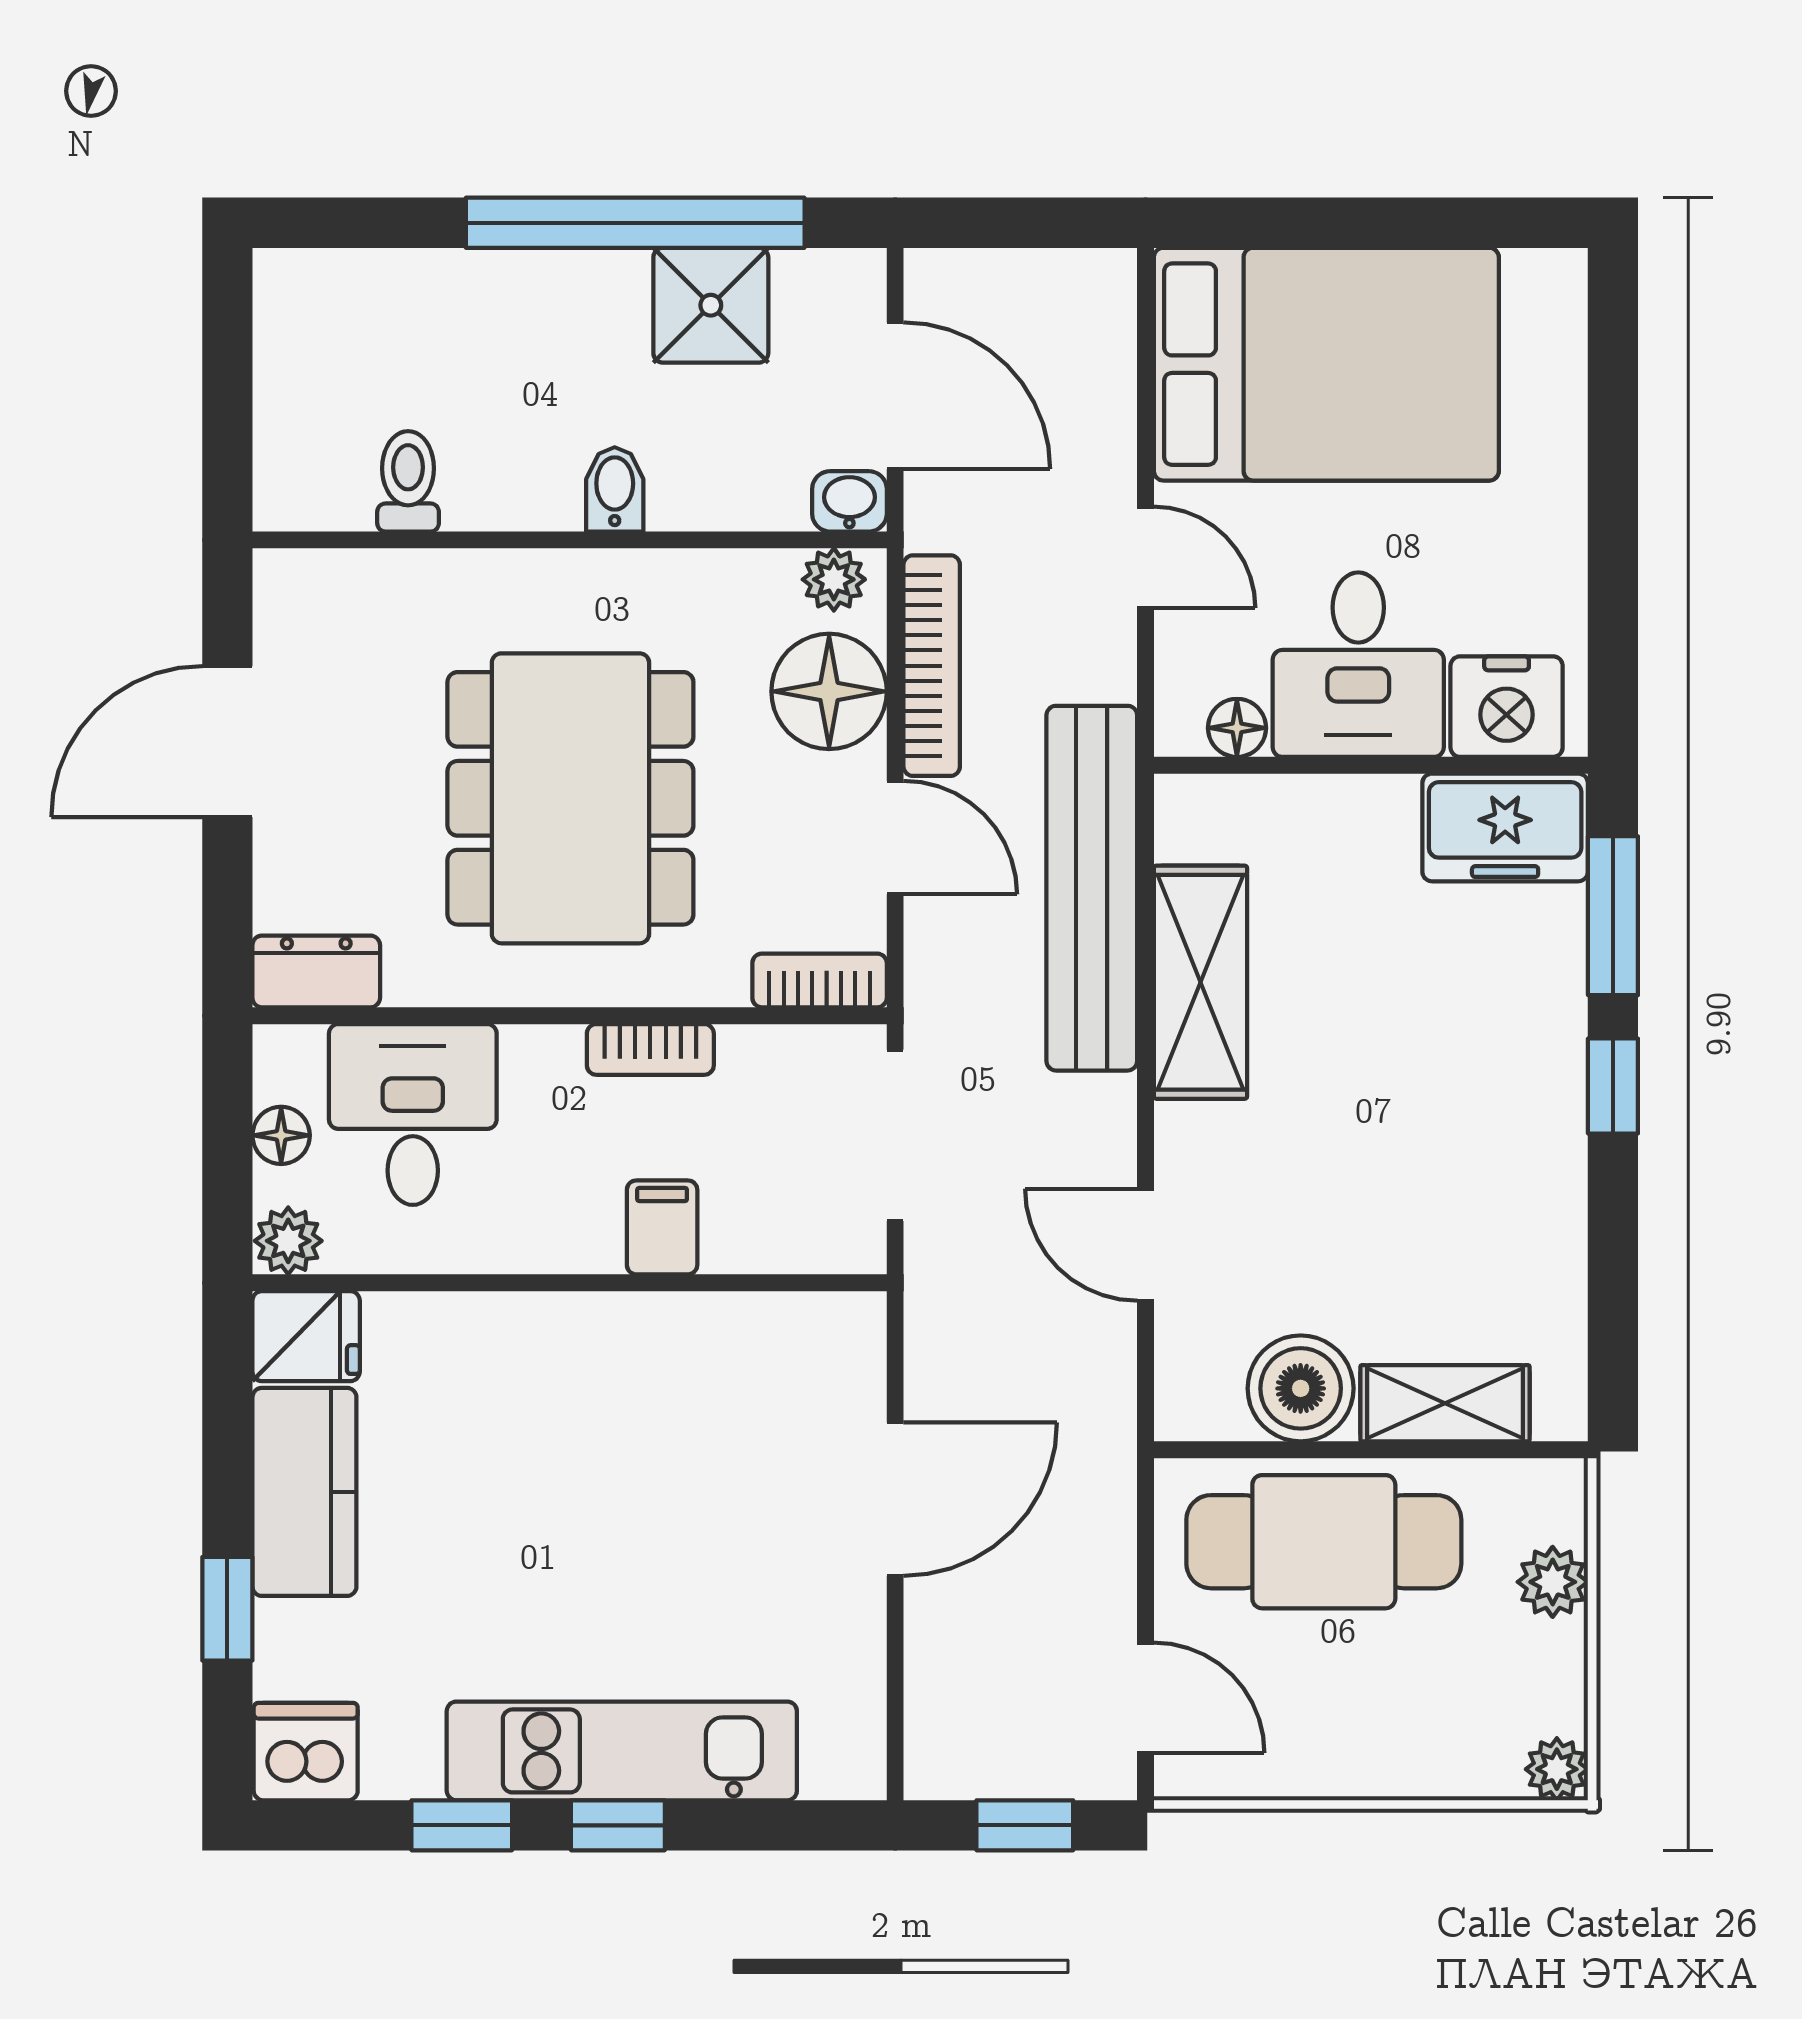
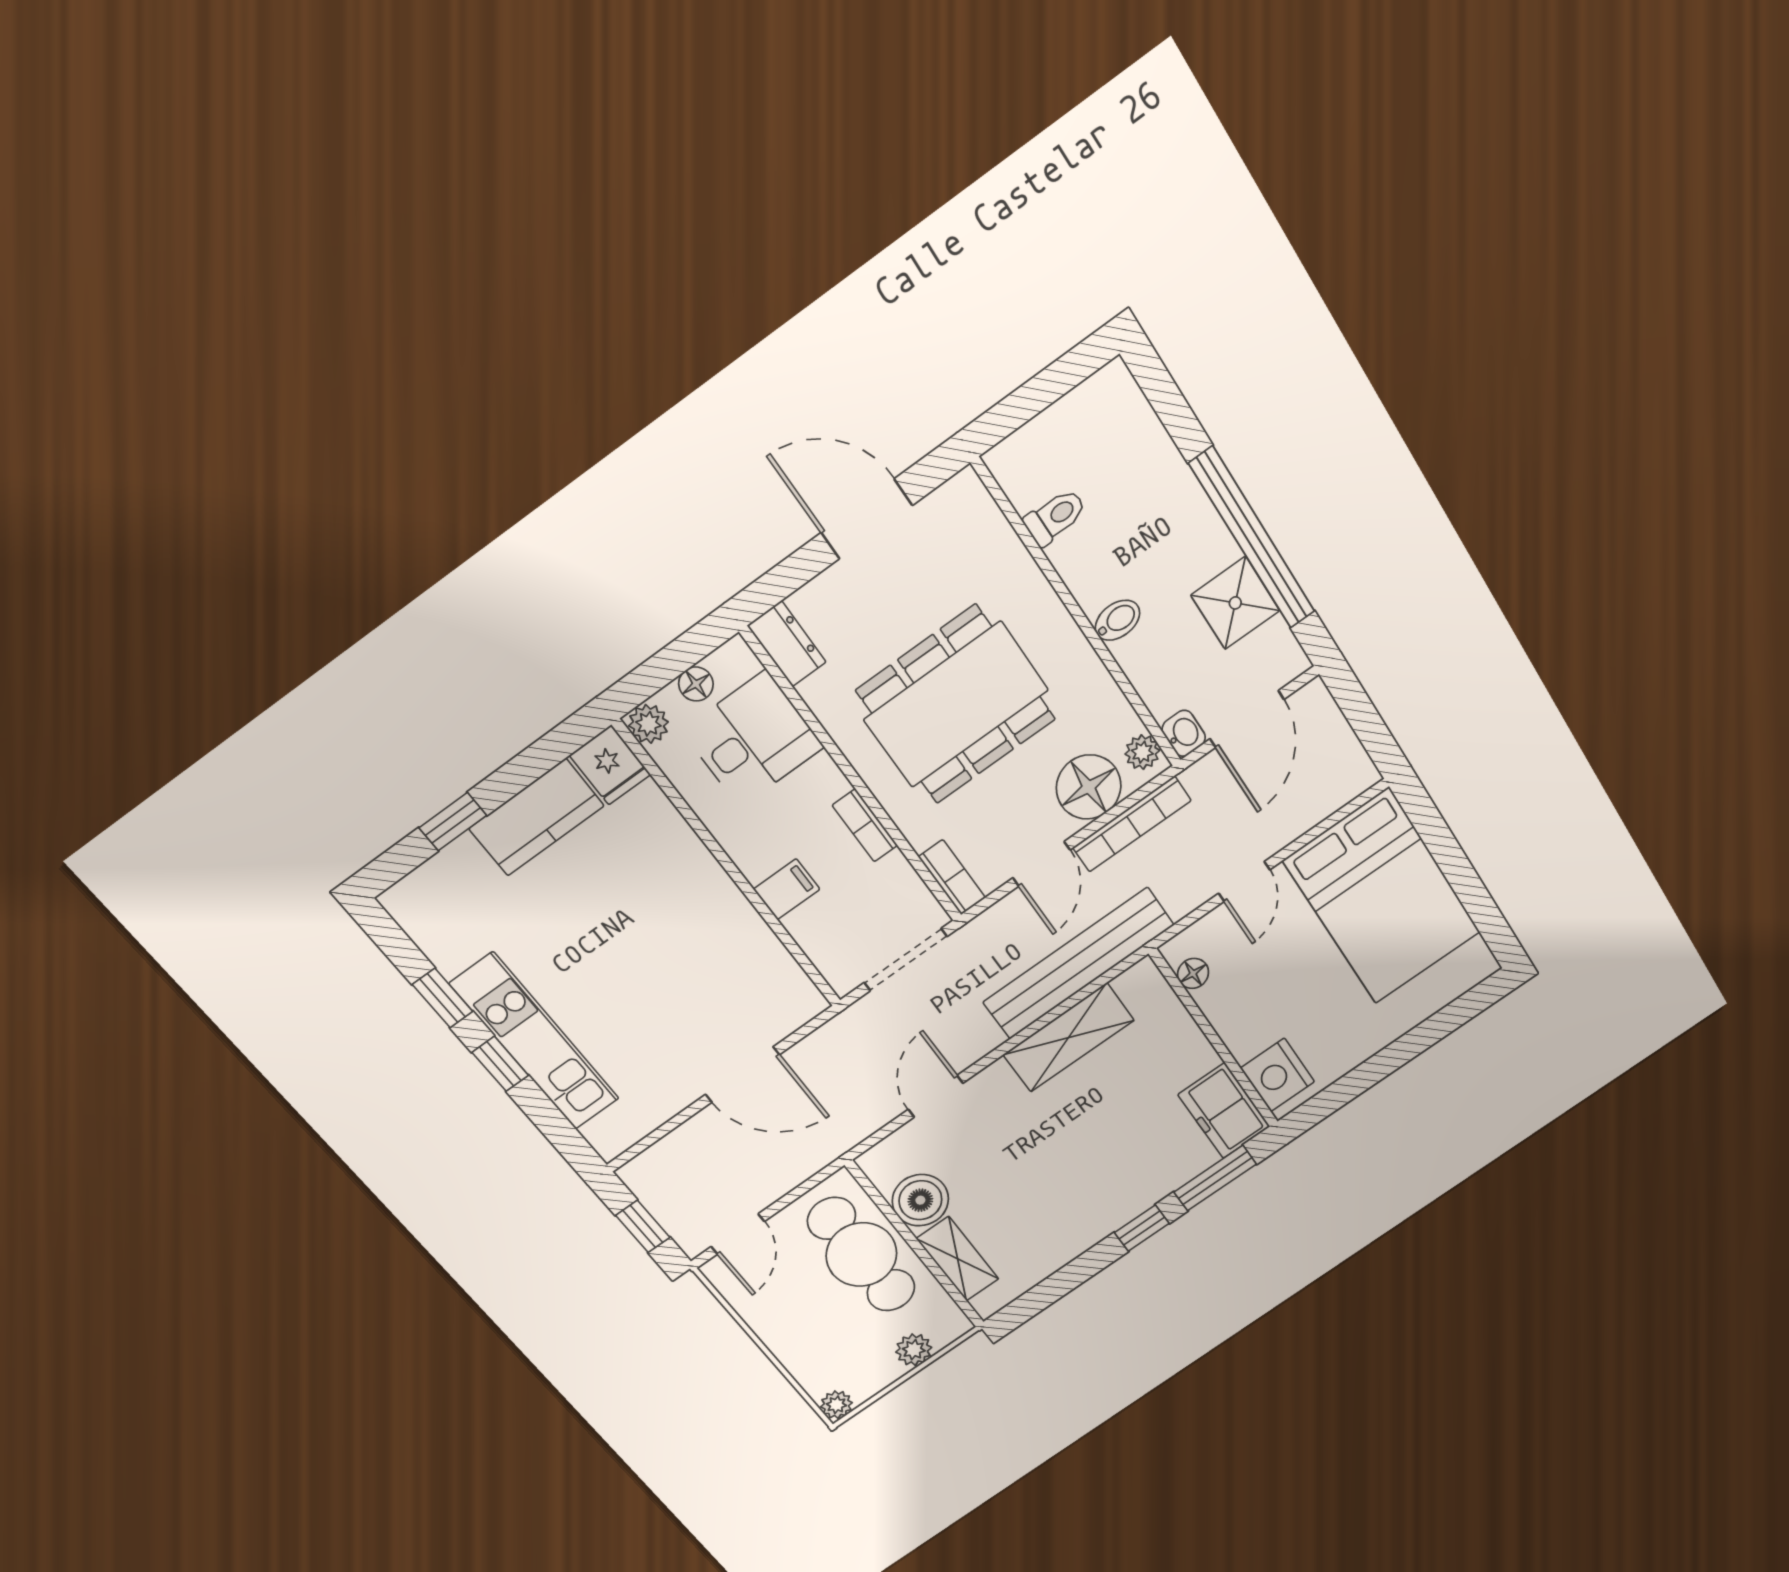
desk: (1358, 665) -> (1255, 1003), removed
dishwasher: (306, 1752) -> (417, 905), removed

